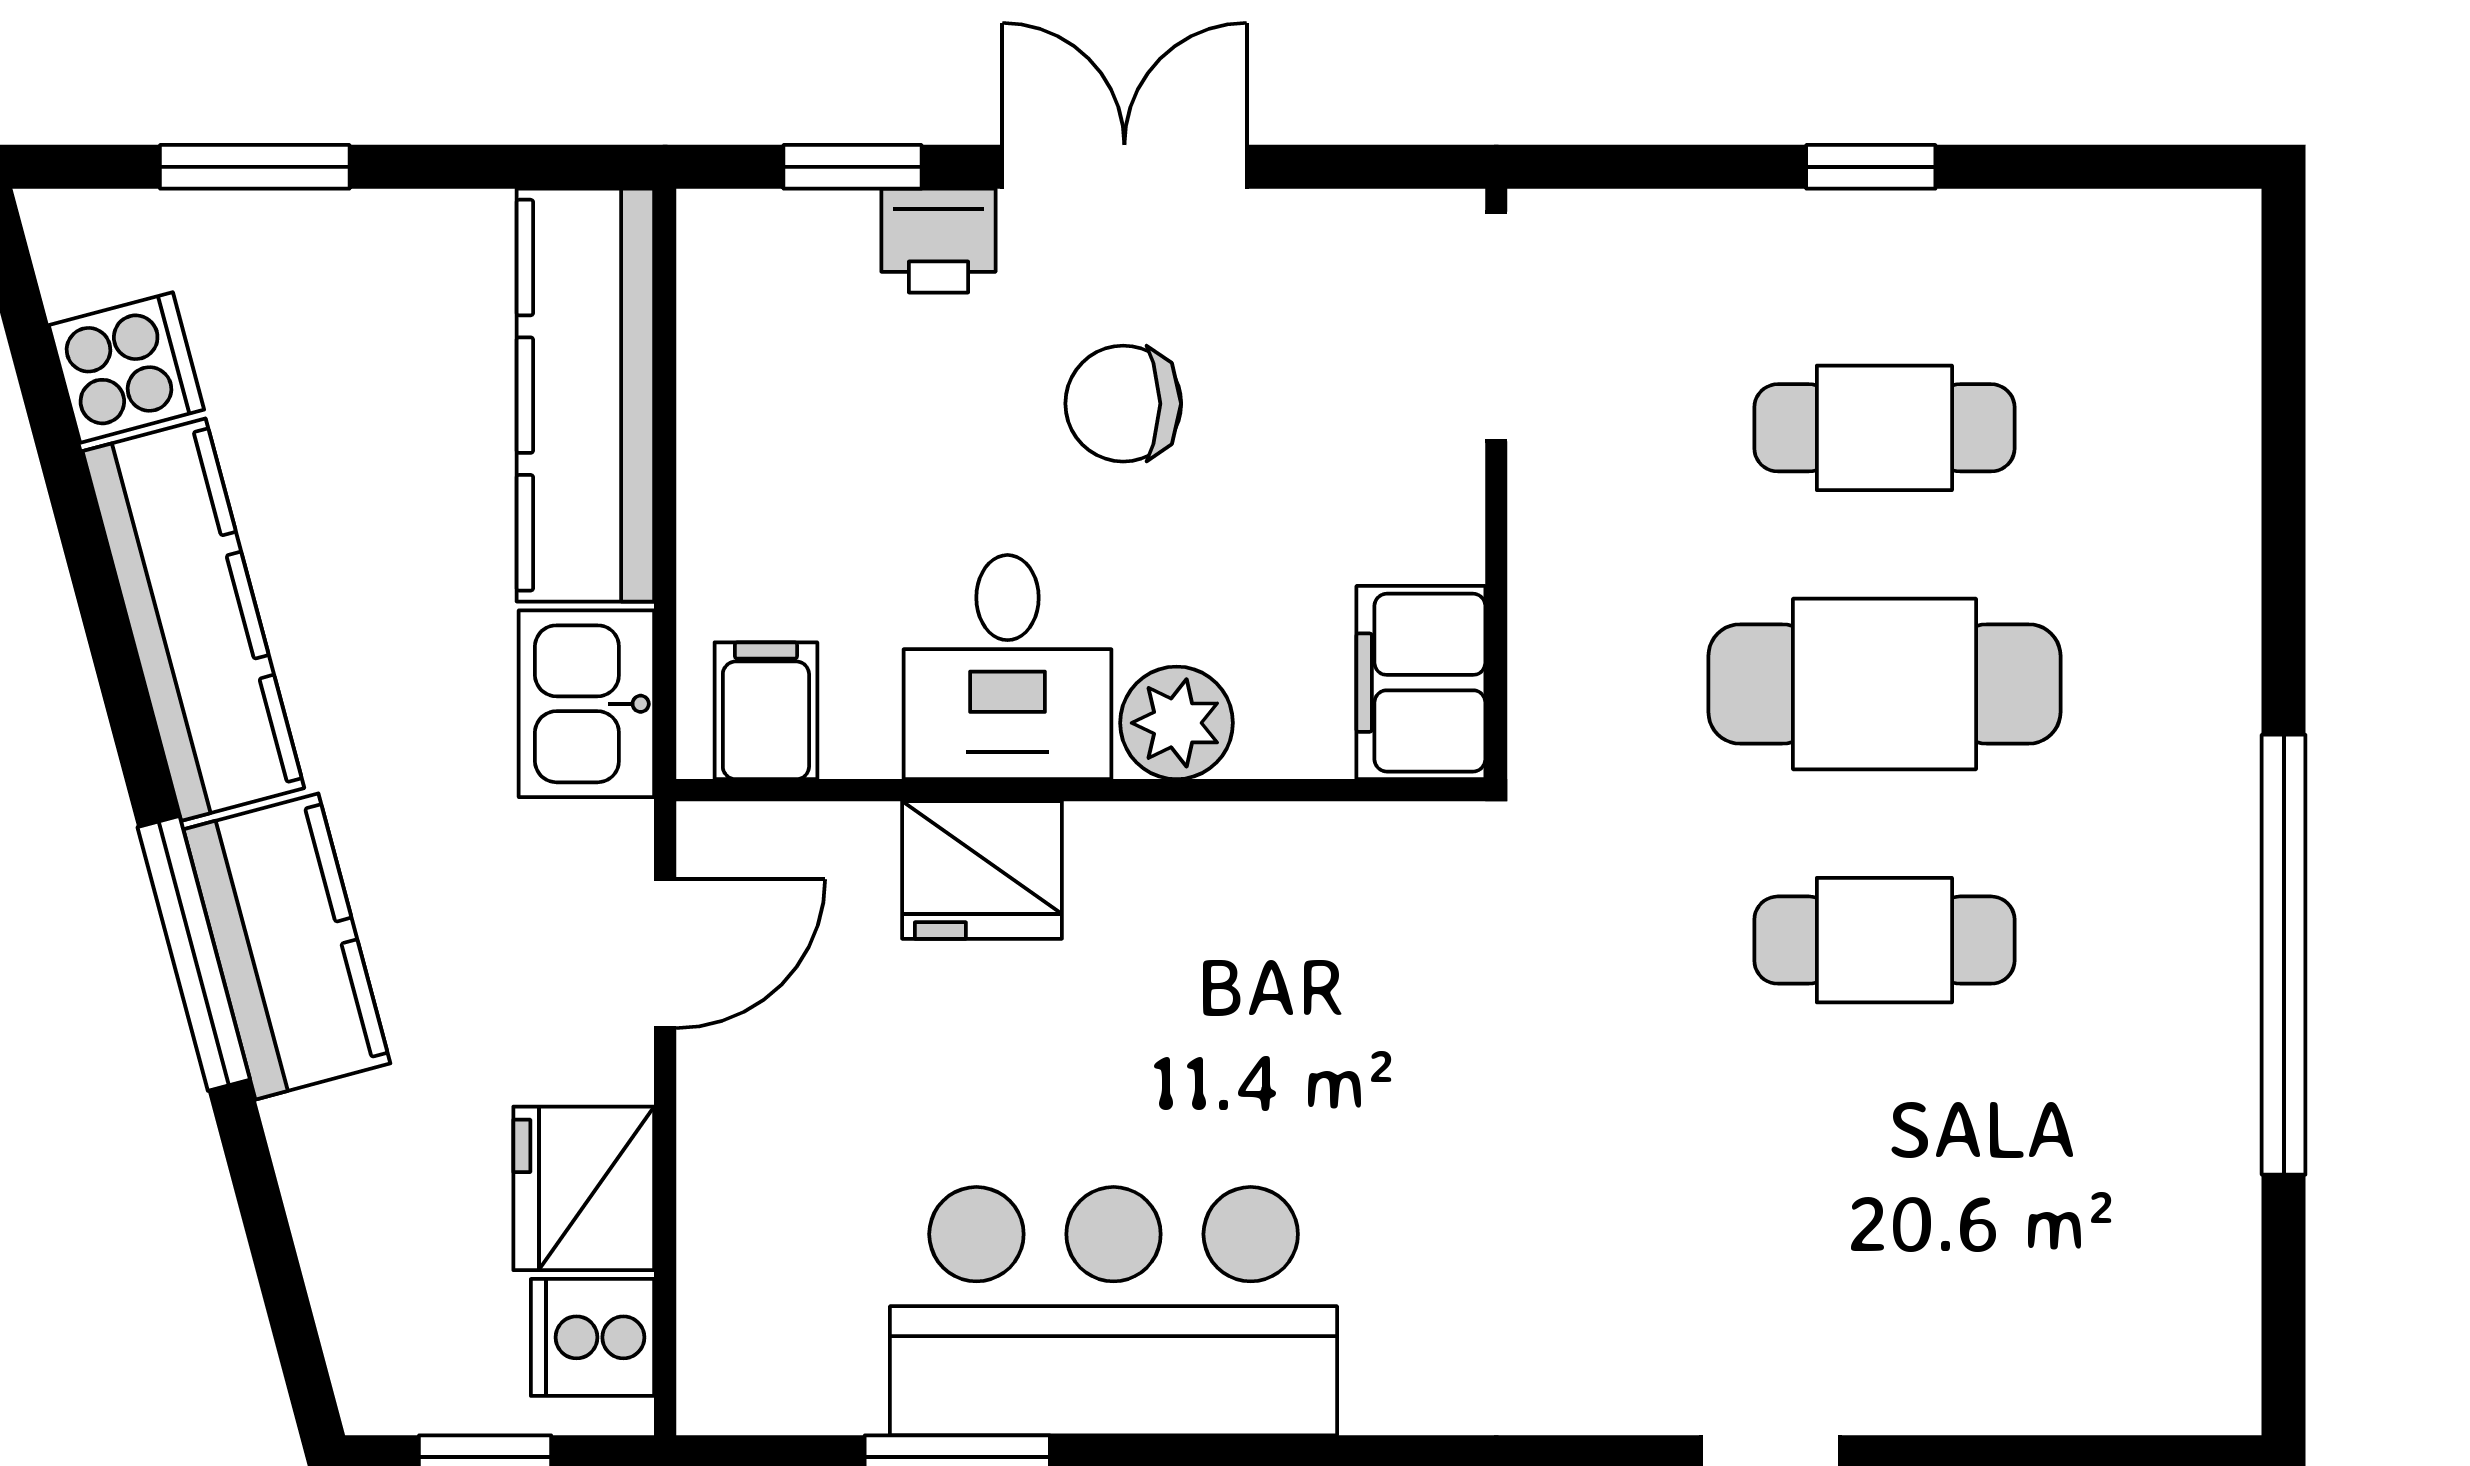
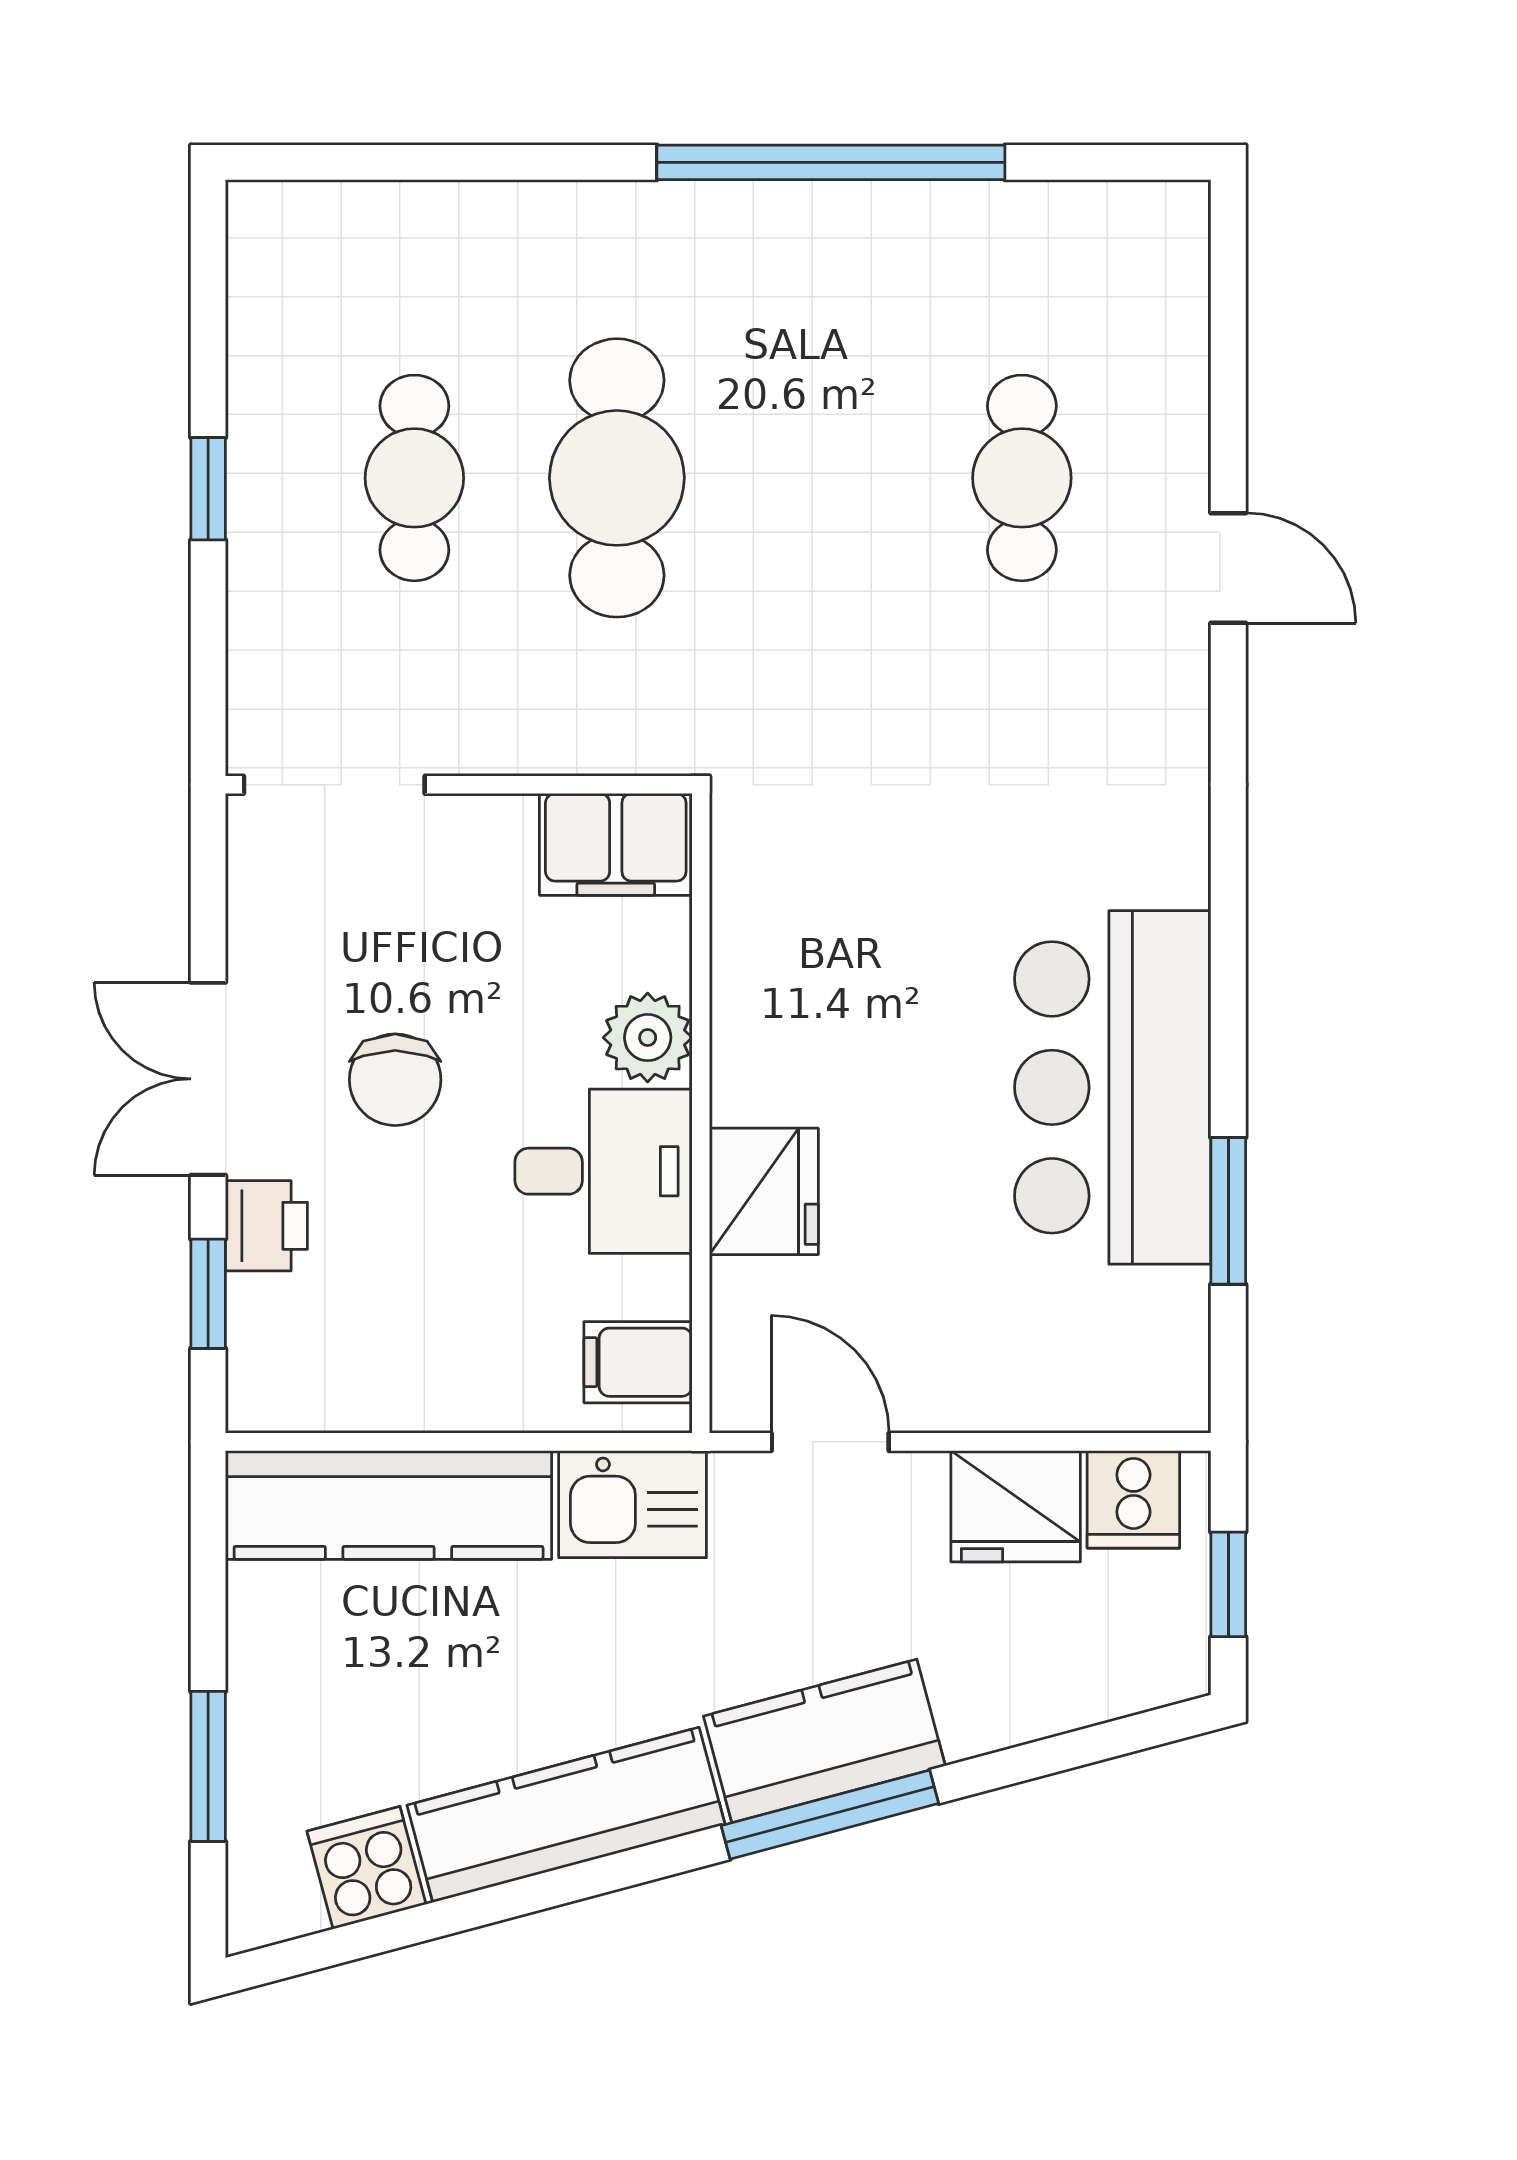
cafe table: (1884, 940) -> (1022, 478), moved

